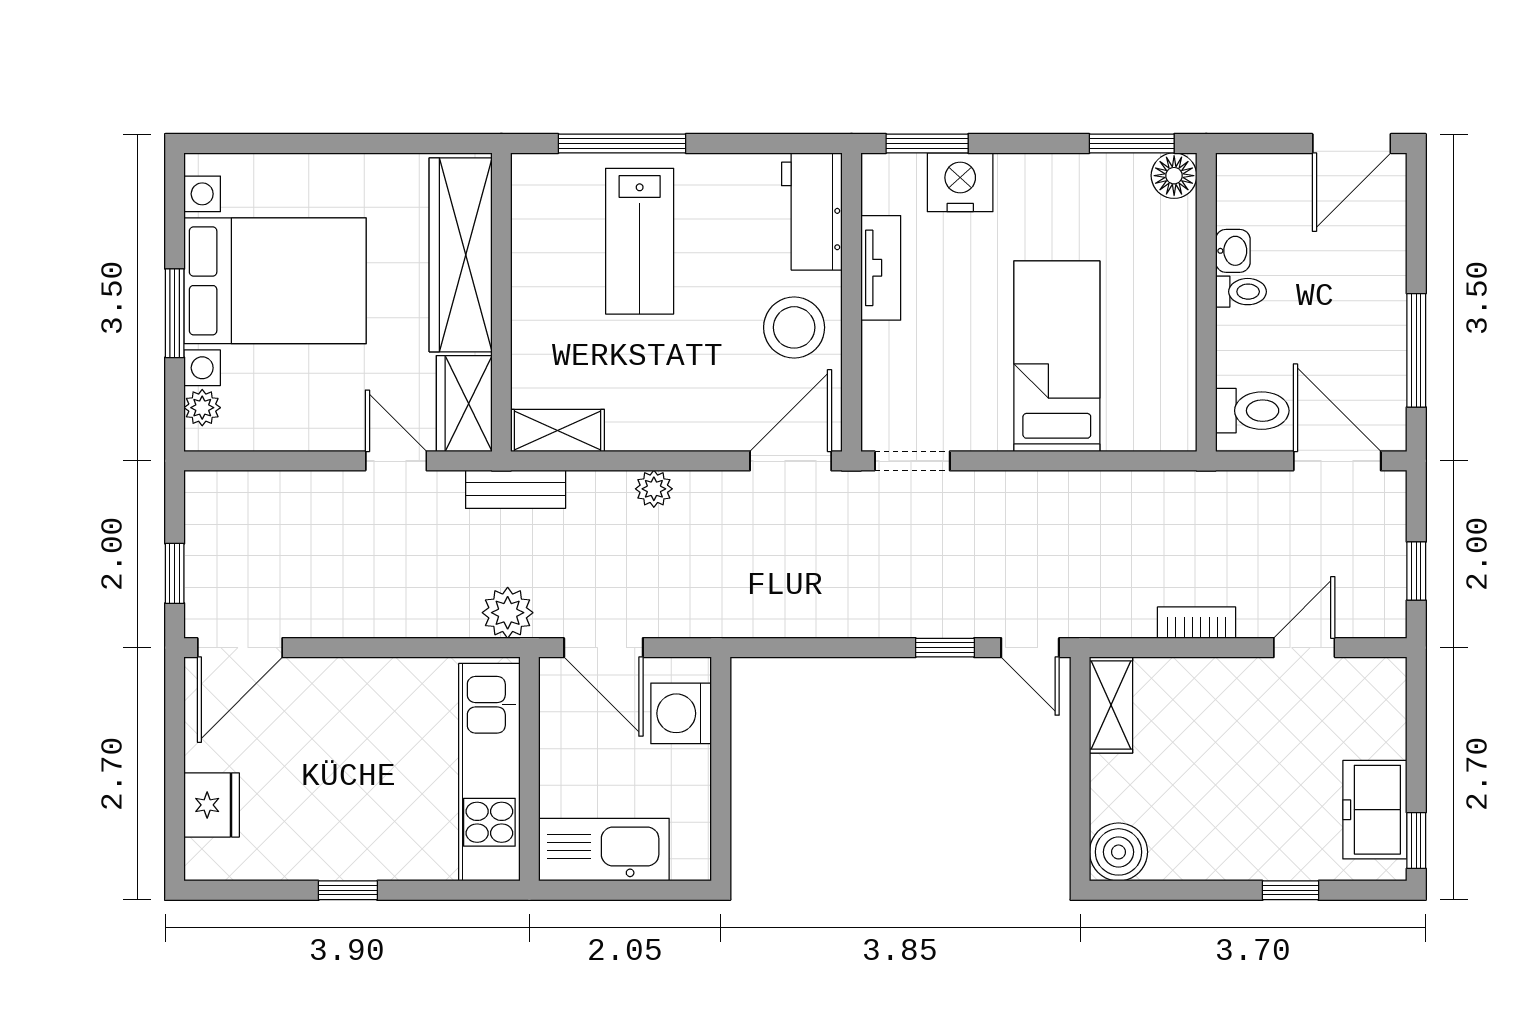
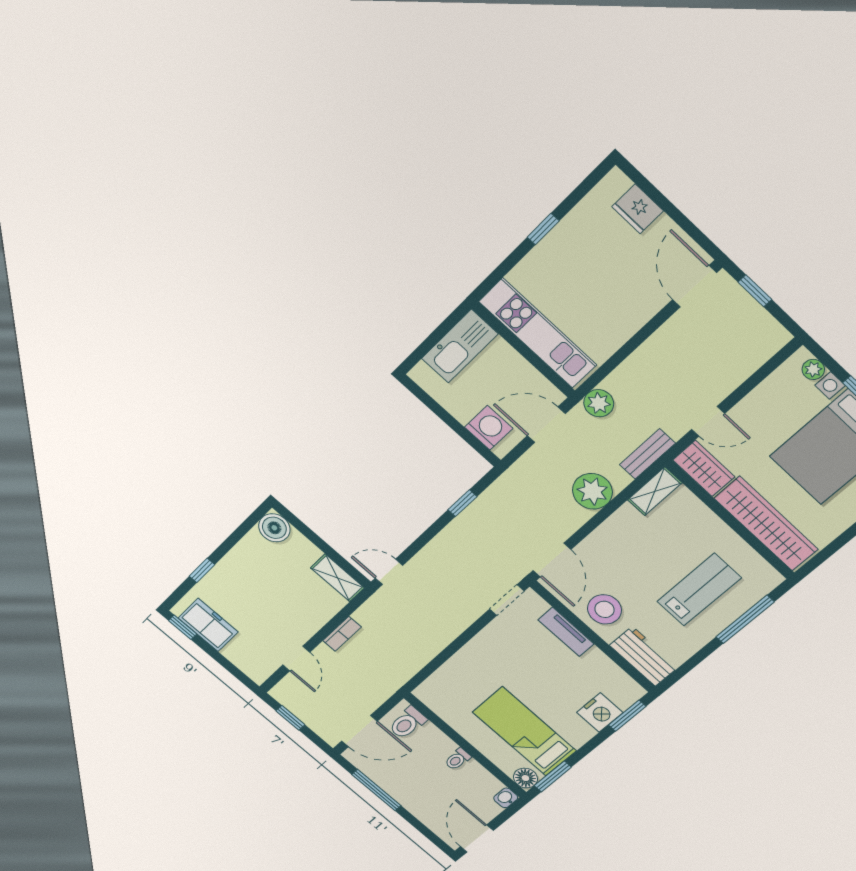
lab bench: (640, 241) -> (699, 590), turned 90
washbasin: (1233, 251) -> (506, 798), moved, turned 90
tv unit: (881, 268) -> (566, 632), moved
bed: (1057, 356) -> (524, 731), moved, turned 180
plant: (654, 489) -> (592, 491), width x1.88, depth x1.88
window: (945, 648) -> (462, 503), moved

